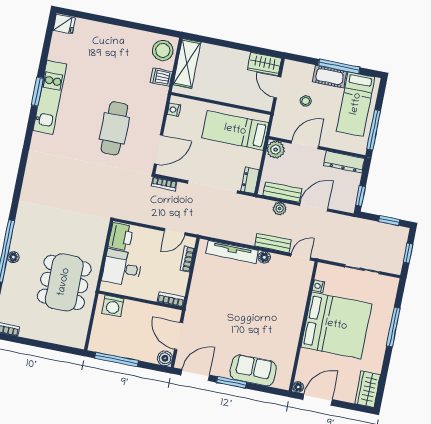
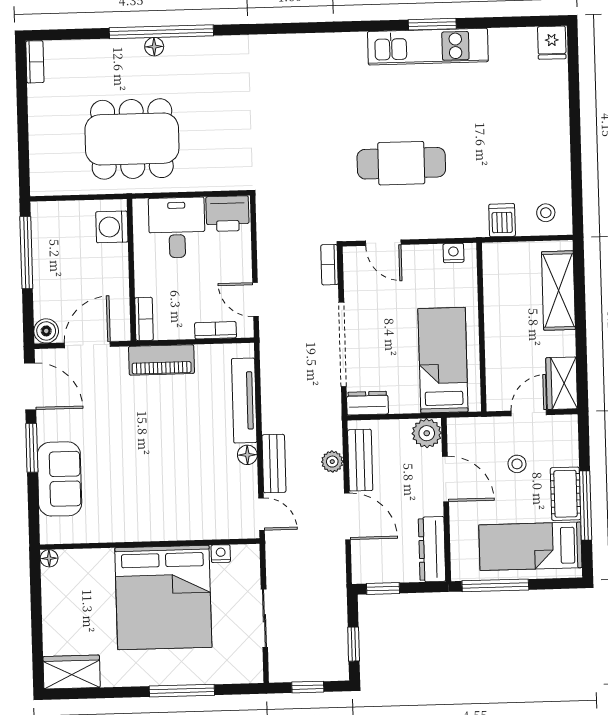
stool: (163, 51) -> (546, 213), width x0.53, depth x0.53
shelving: (187, 63) -> (558, 291), moved, turned 90
door: (158, 149) -> (383, 243), width x0.73
piano: (197, 295) -> (161, 360), added
door: (318, 400) -> (36, 595), removed

